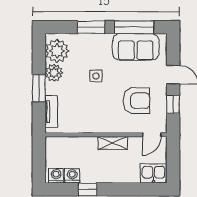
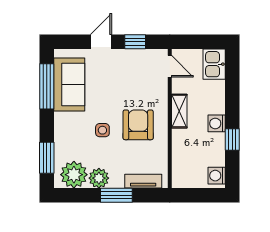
window: (91, 27) -> (47, 158), moved
armchair: (137, 101) -> (138, 125), moved
washing machine: (72, 176) -> (217, 123), moved

